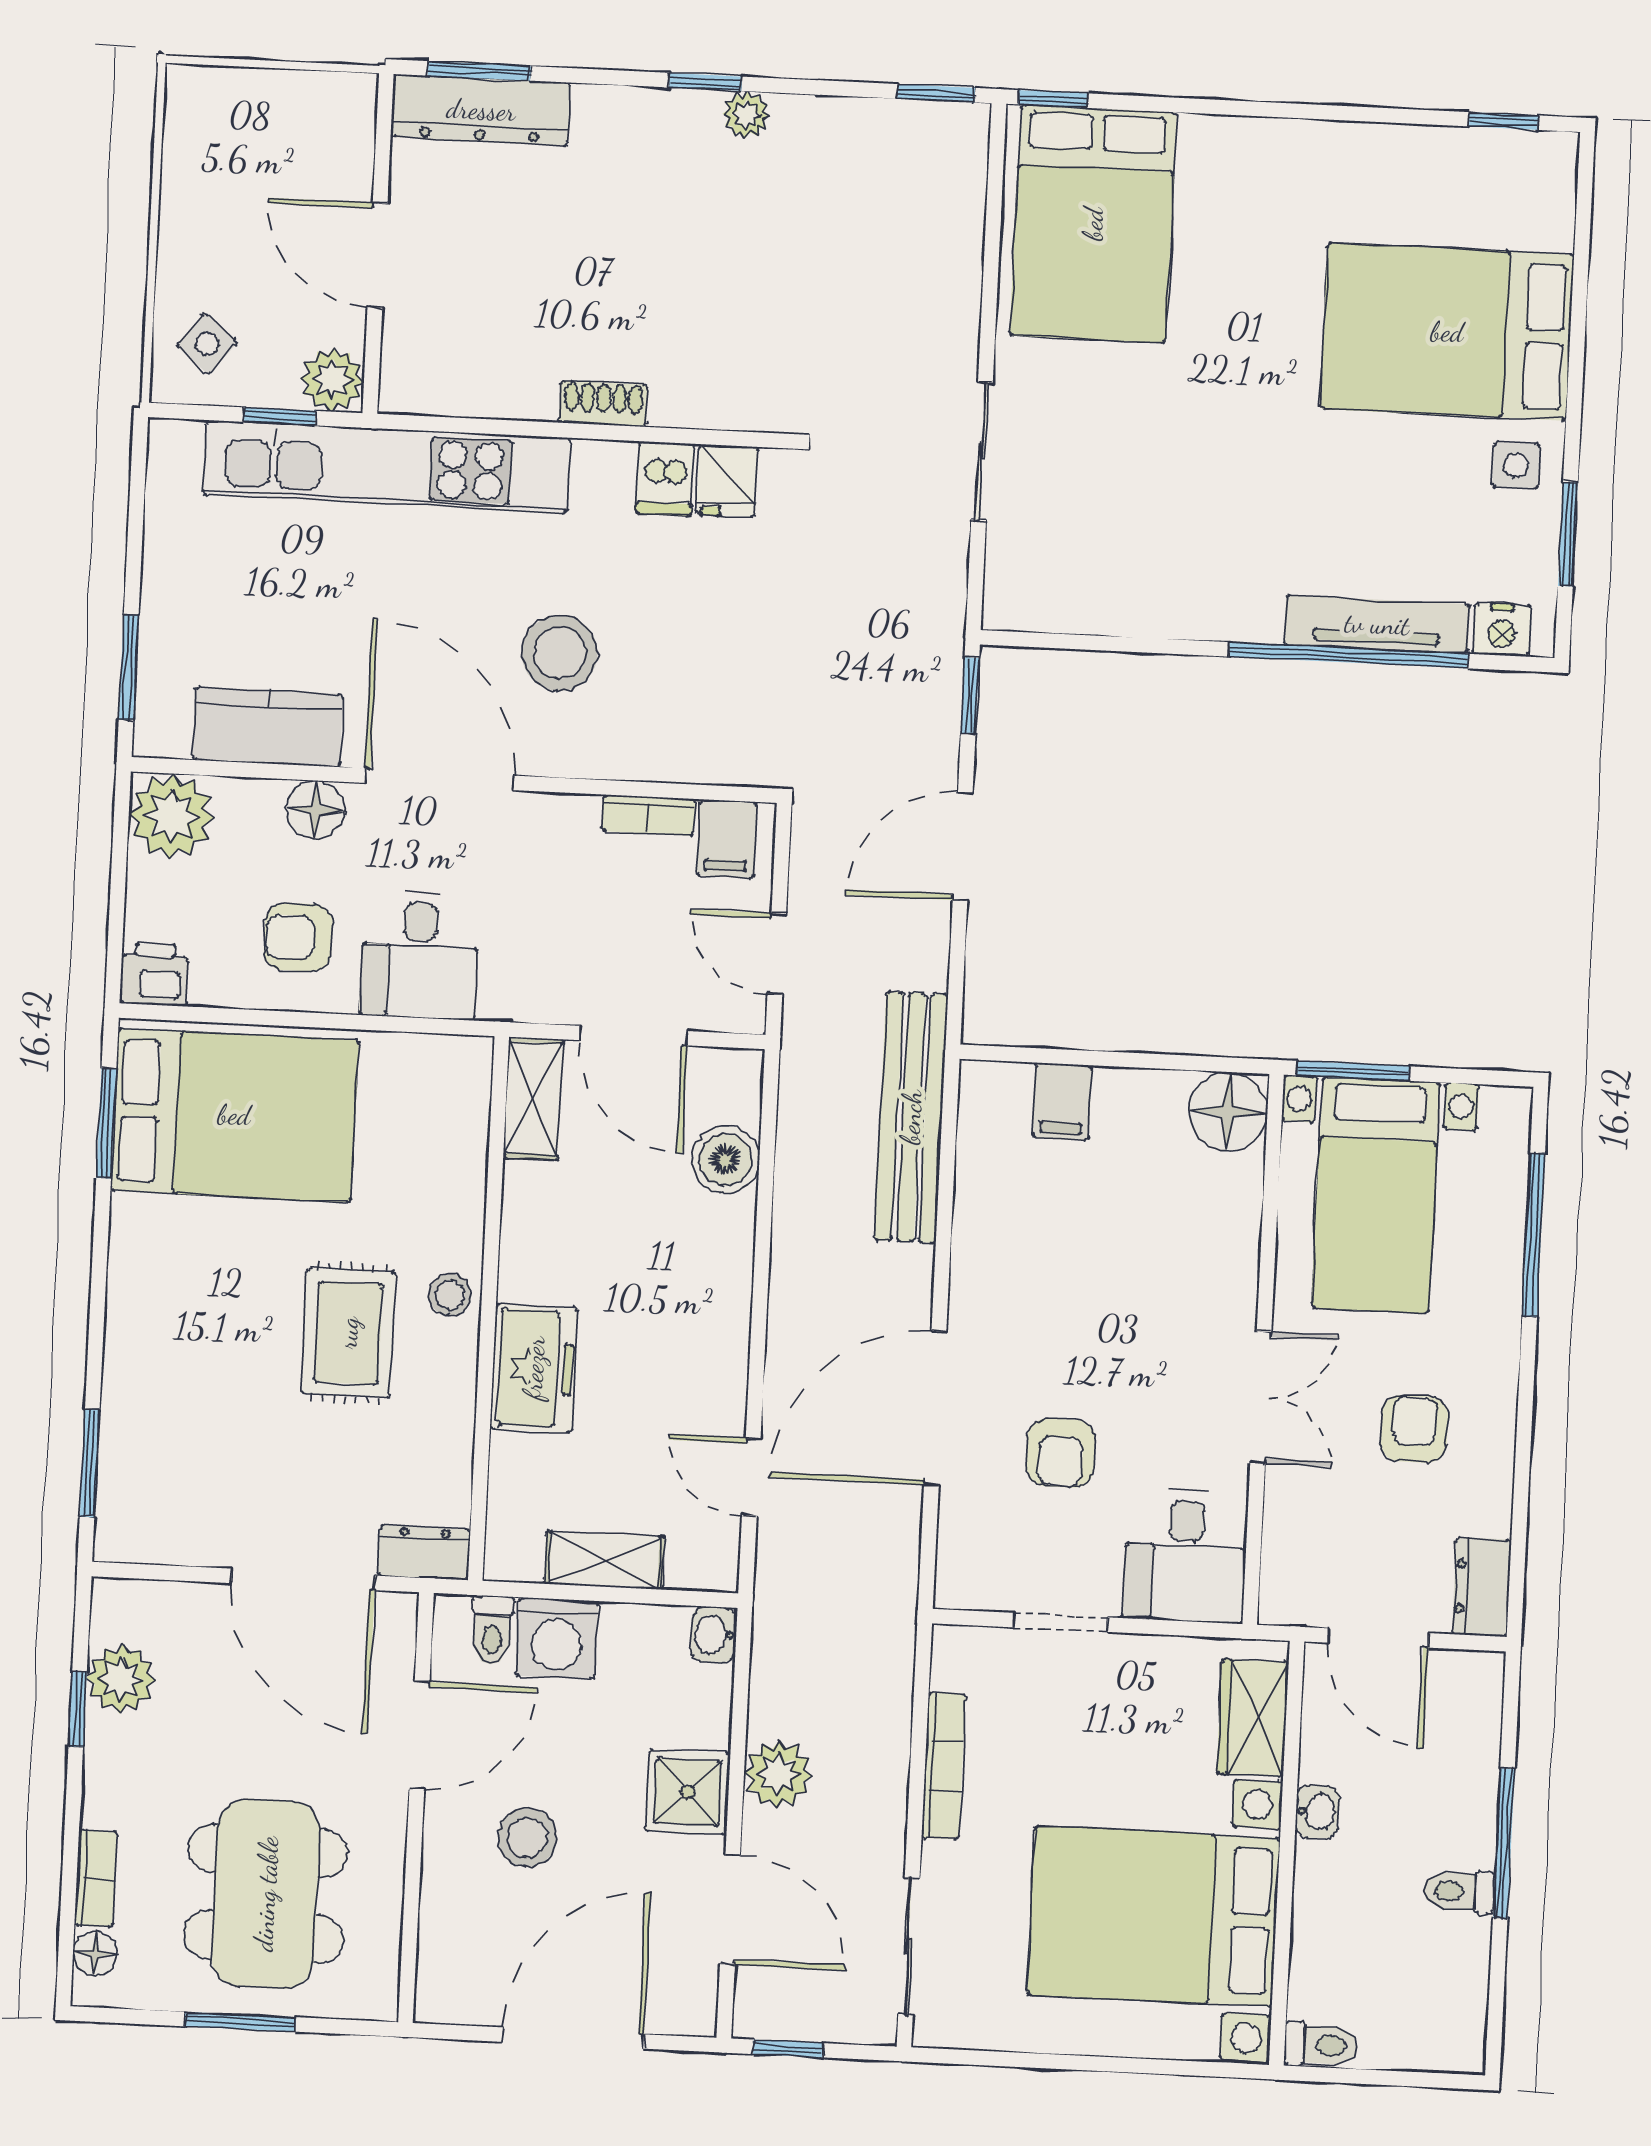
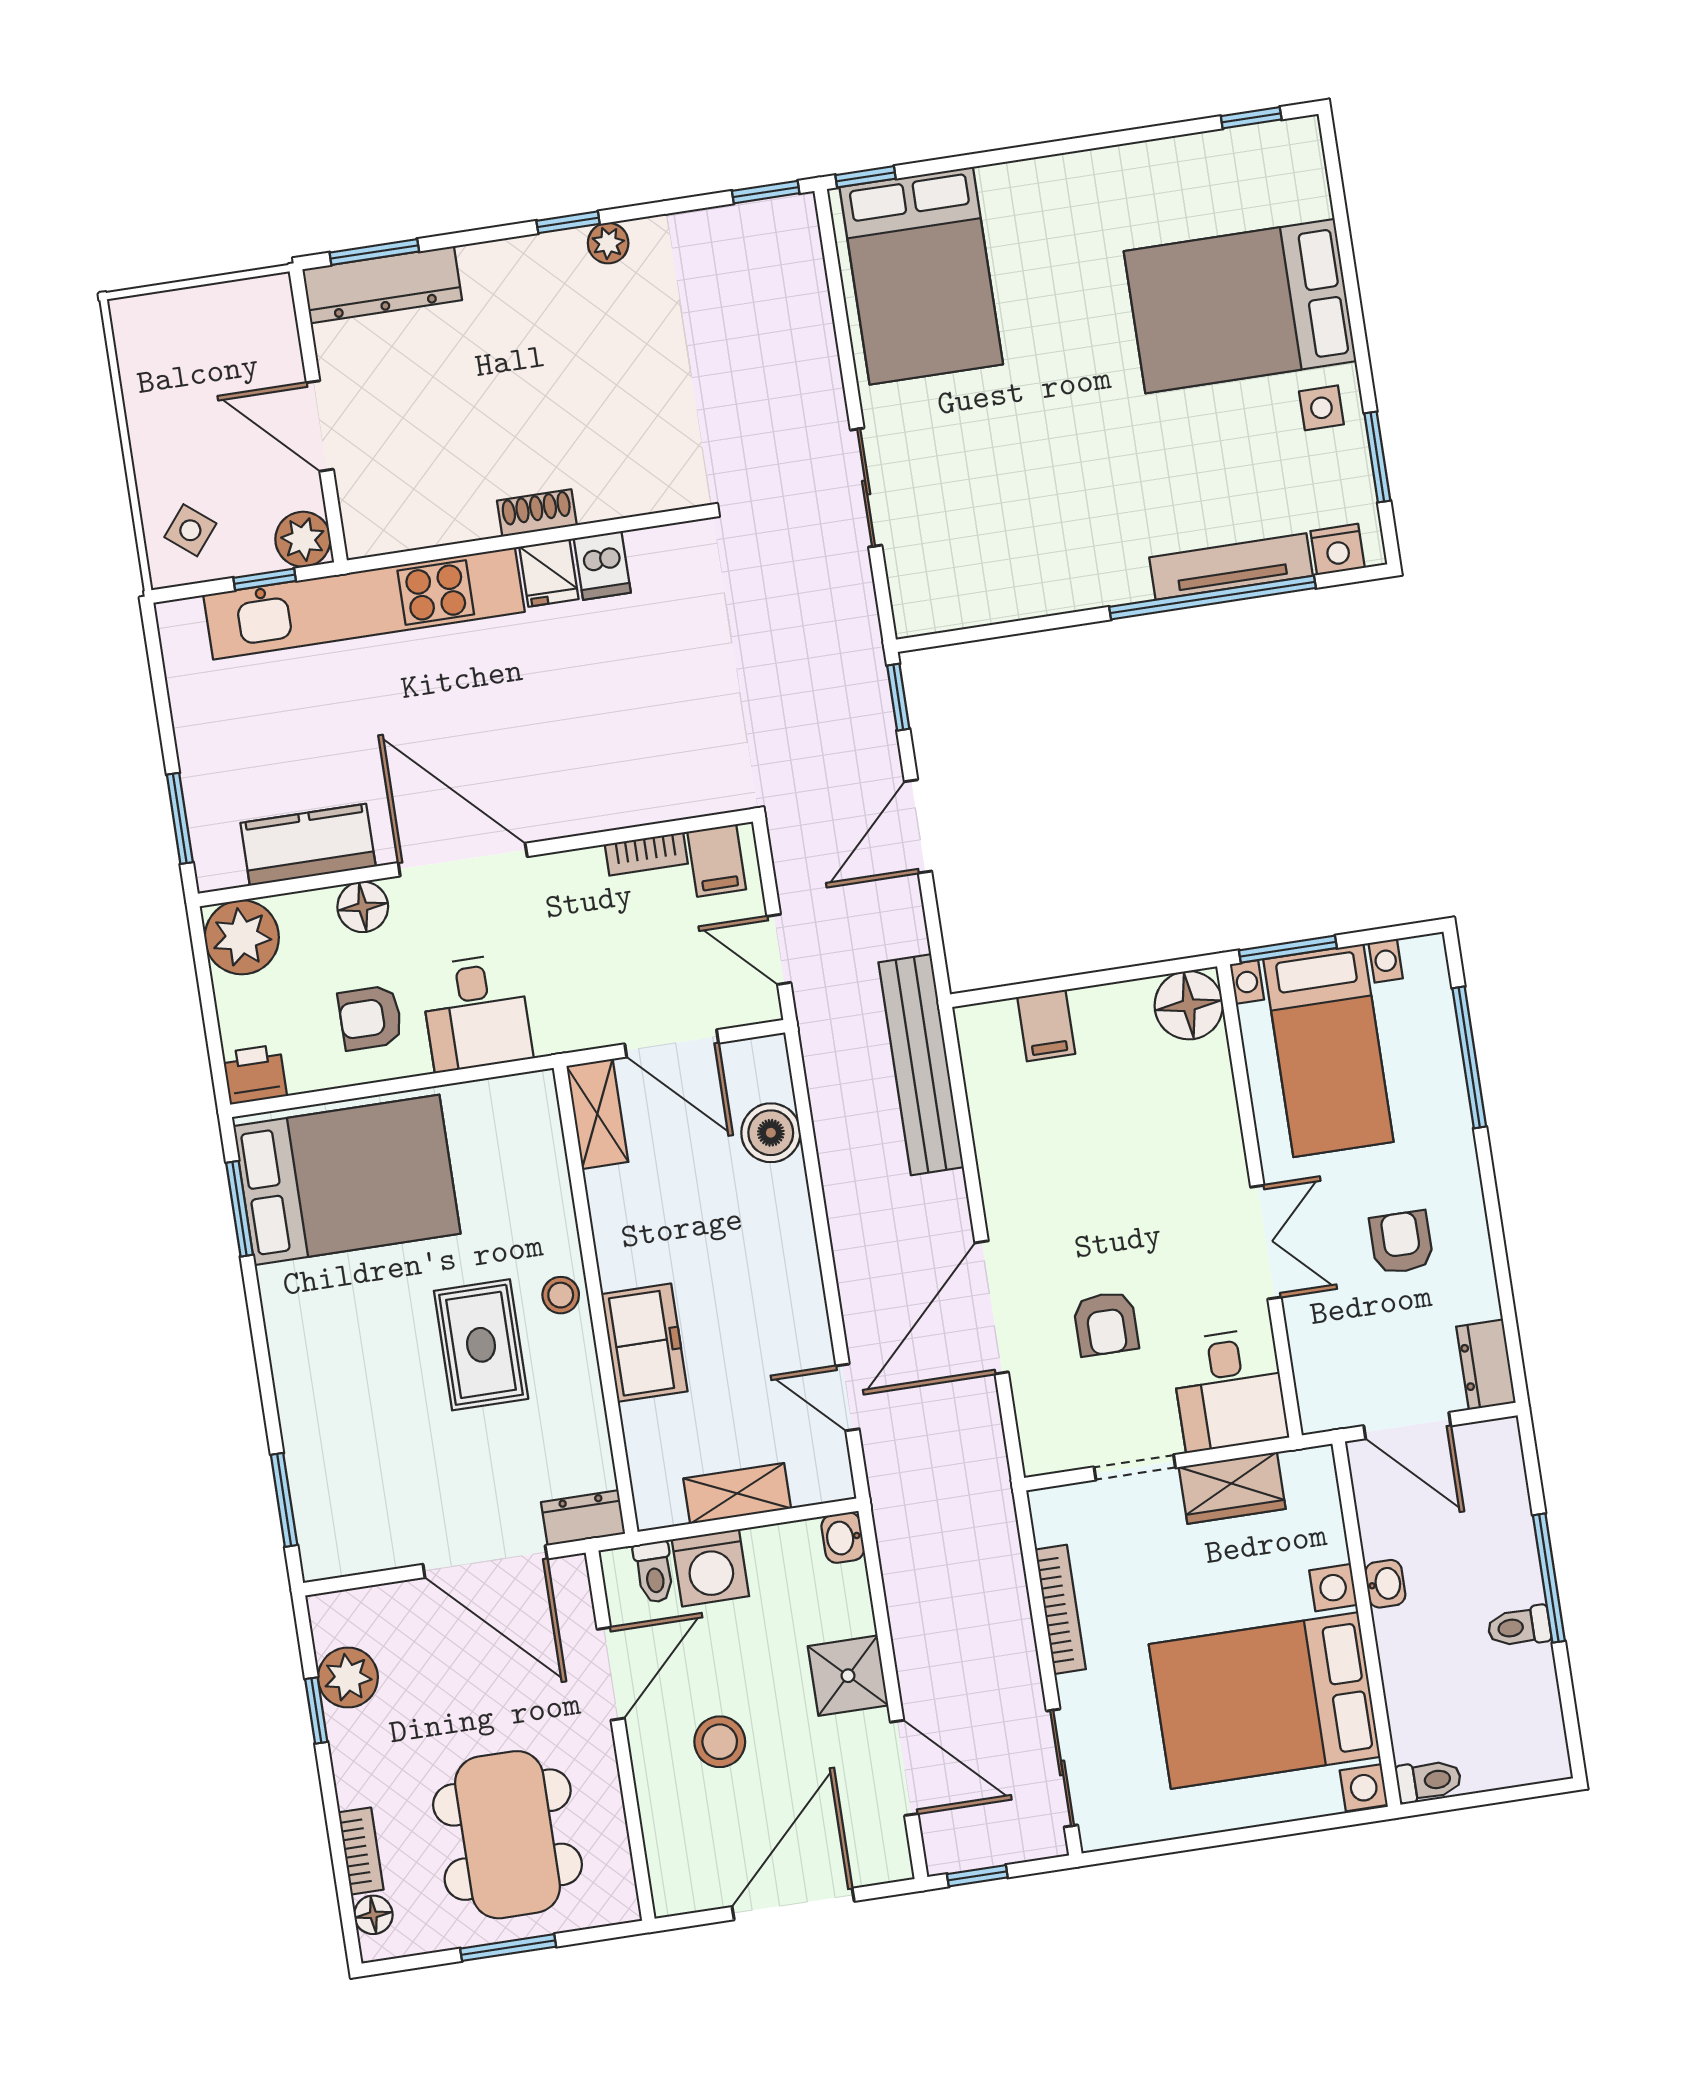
fridge: (727, 481) -> (549, 573), moved
stool: (560, 653) -> (543, 732), removed
wardrobe: (1253, 1718) -> (1232, 1488), moved, turned -90
plant: (778, 1774) -> (922, 1645), removed

